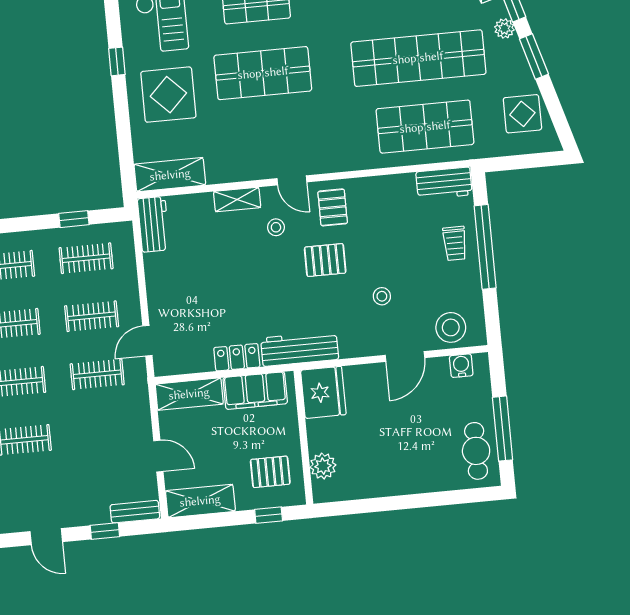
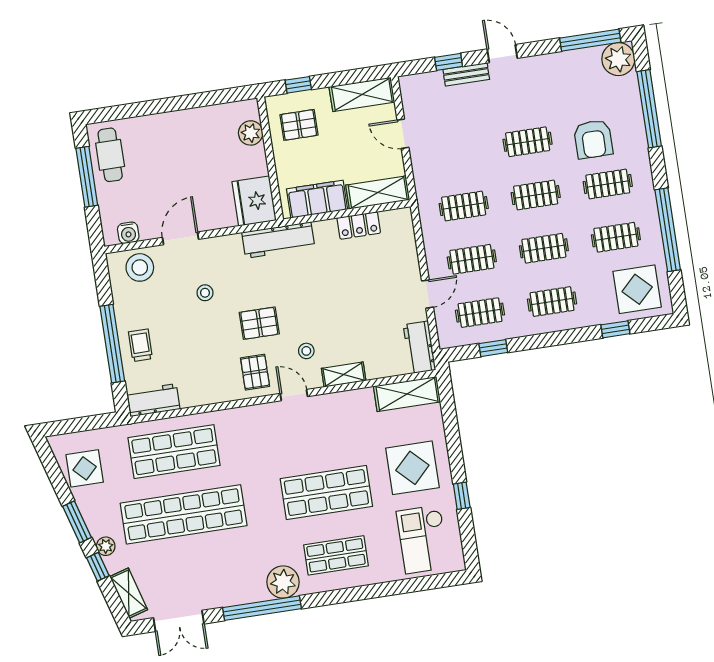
door: (147, 341) -> (427, 294), moved
locker: (237, 357) -> (359, 225), moved
bench: (135, 512) -> (466, 74), moved

